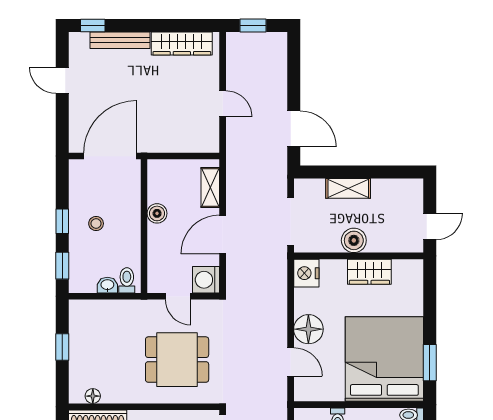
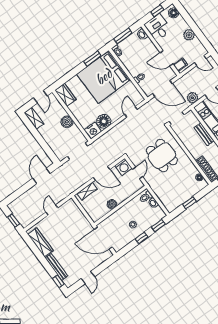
shelving: (348, 188) -> (34, 118), moved
door: (430, 226) -> (40, 97), swing flipped
wardrobe: (369, 272) -> (65, 95), moved
floor lamp: (308, 329) -> (104, 121), moved

